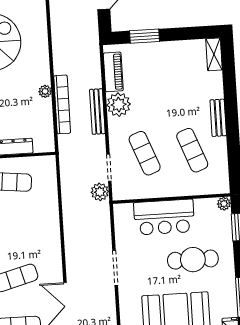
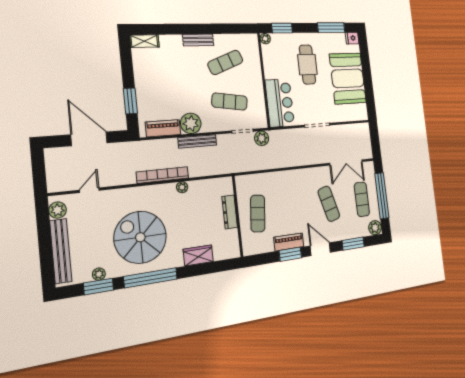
bookcase: (62, 104) -> (163, 175), moved
exercise mat: (145, 153) -> (230, 102), turned 30
bar counter: (164, 217) -> (280, 103), moved

